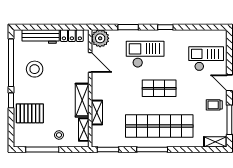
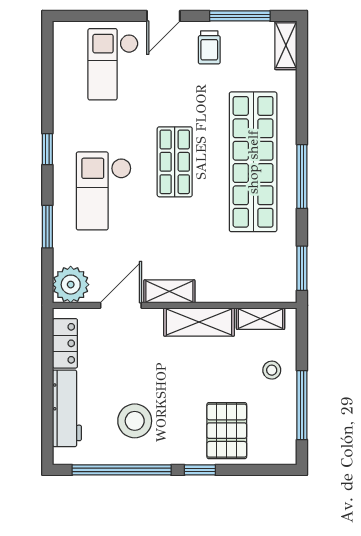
shelving: (97, 113) -> (169, 291), moved

